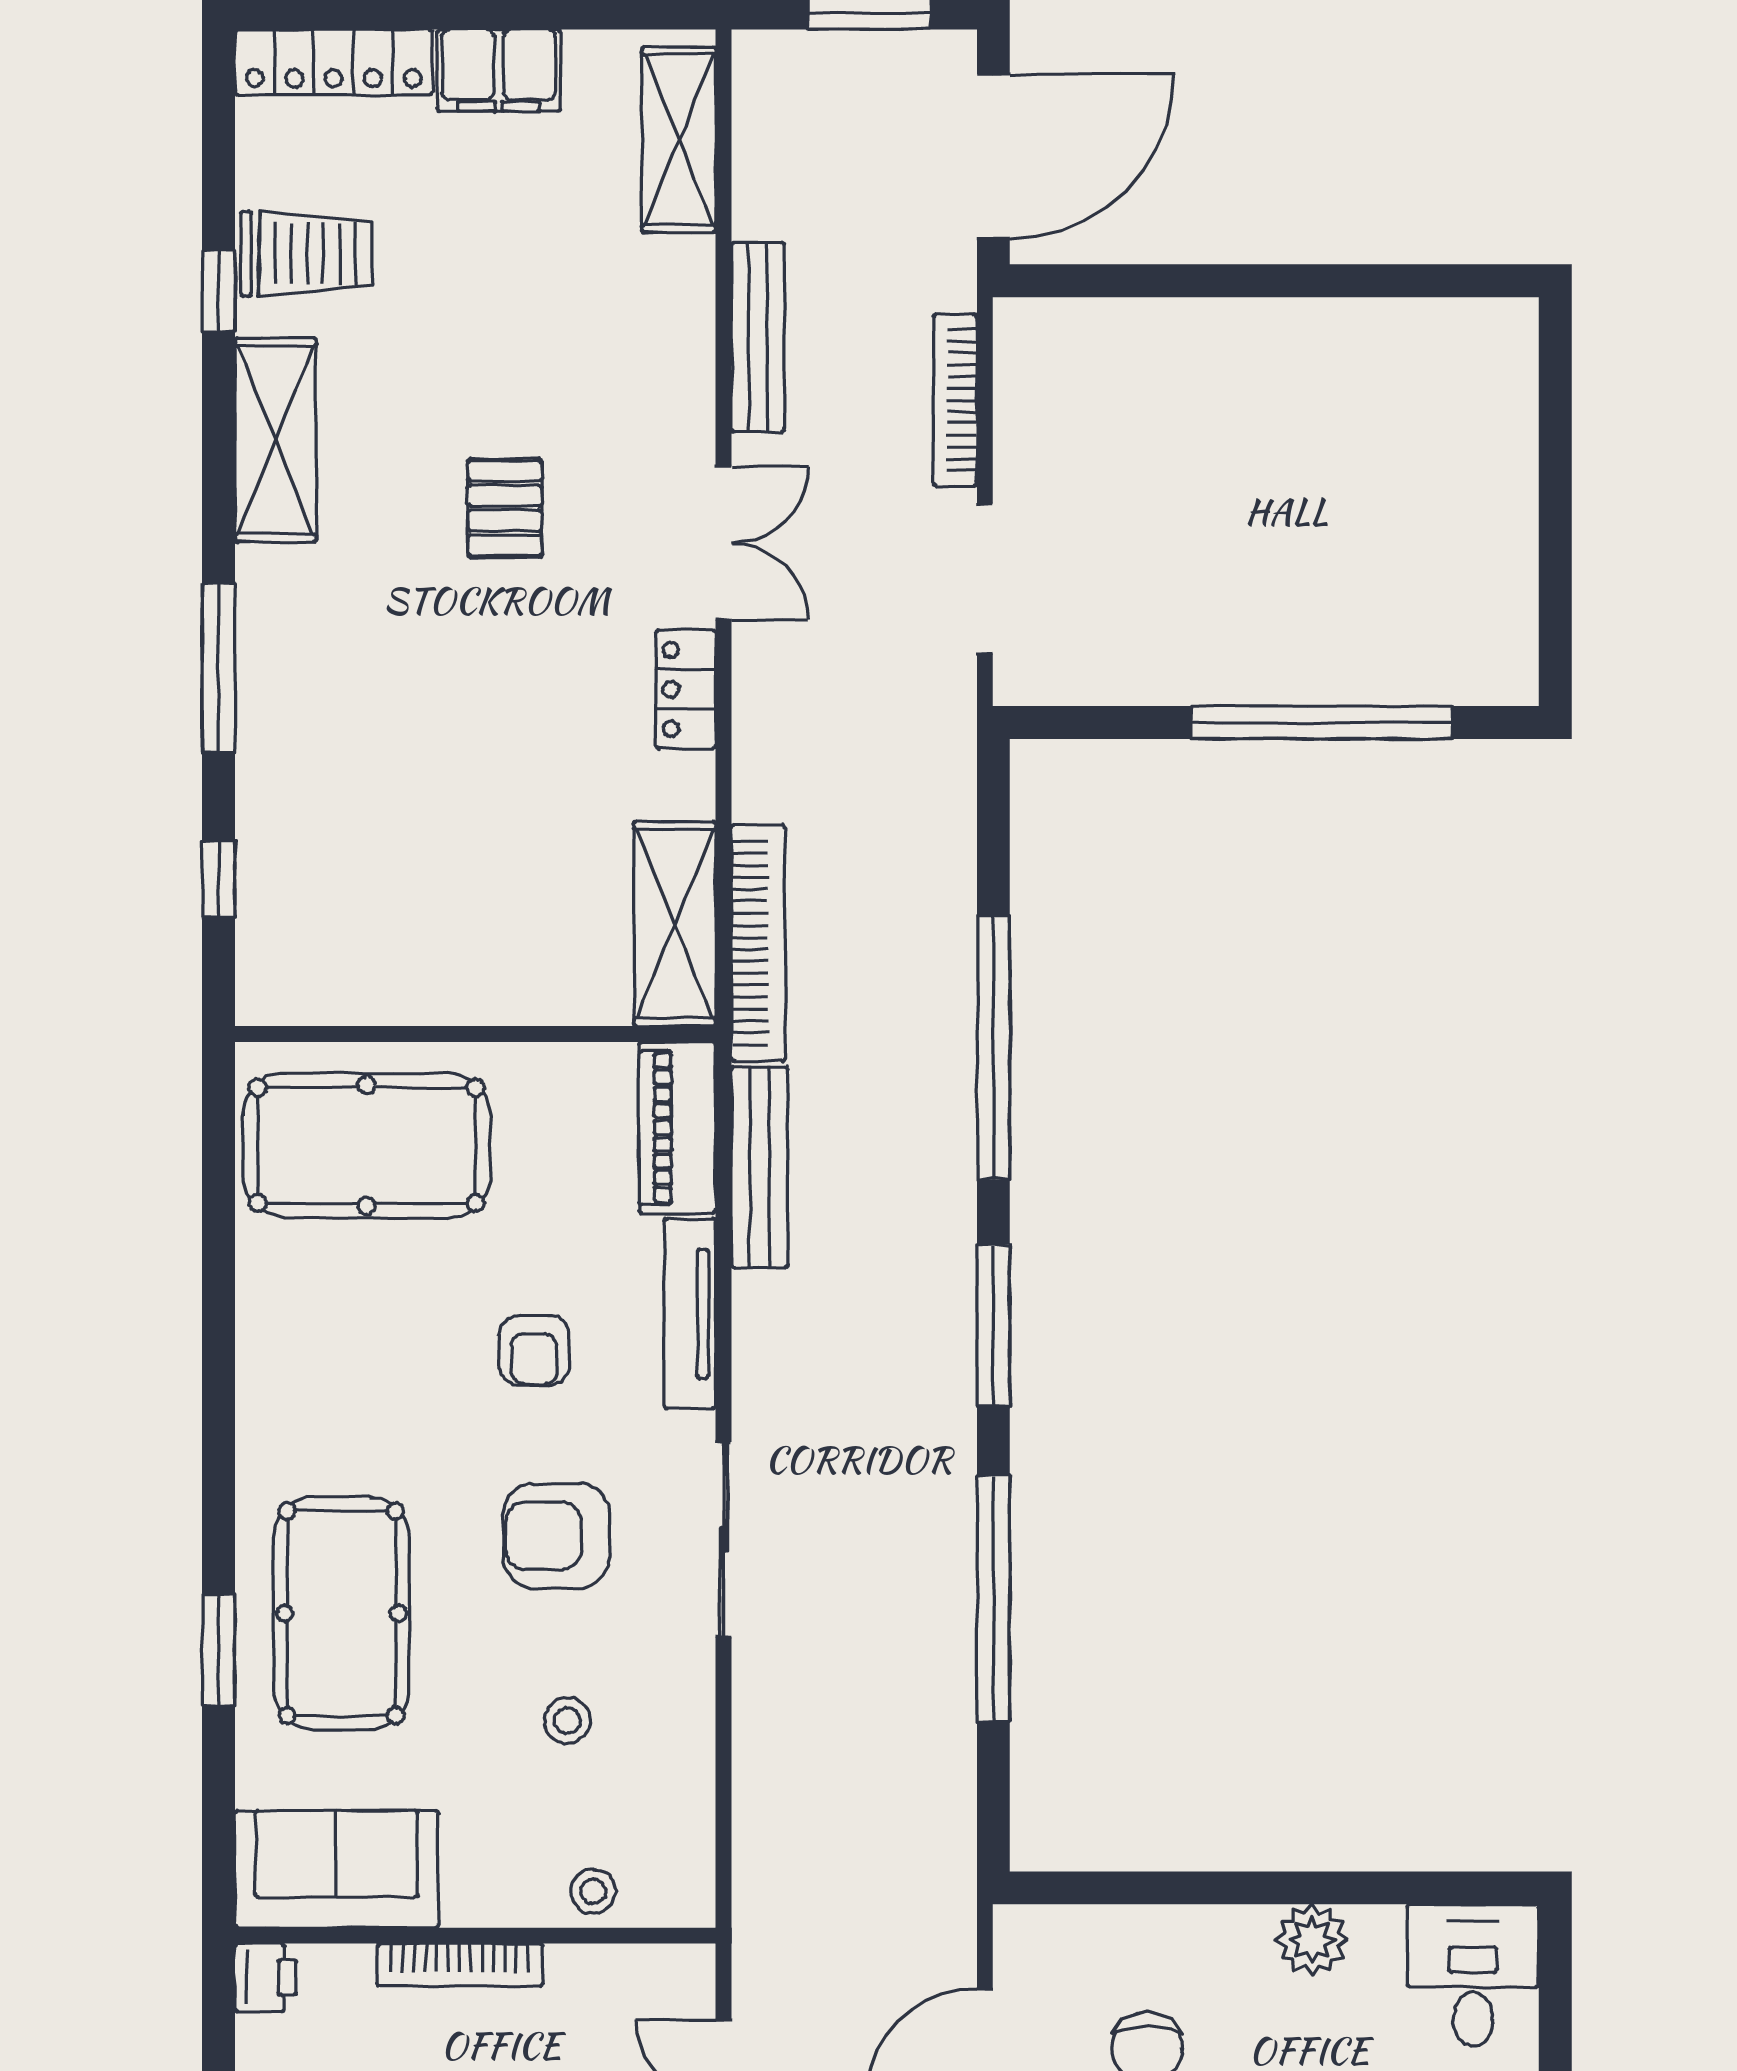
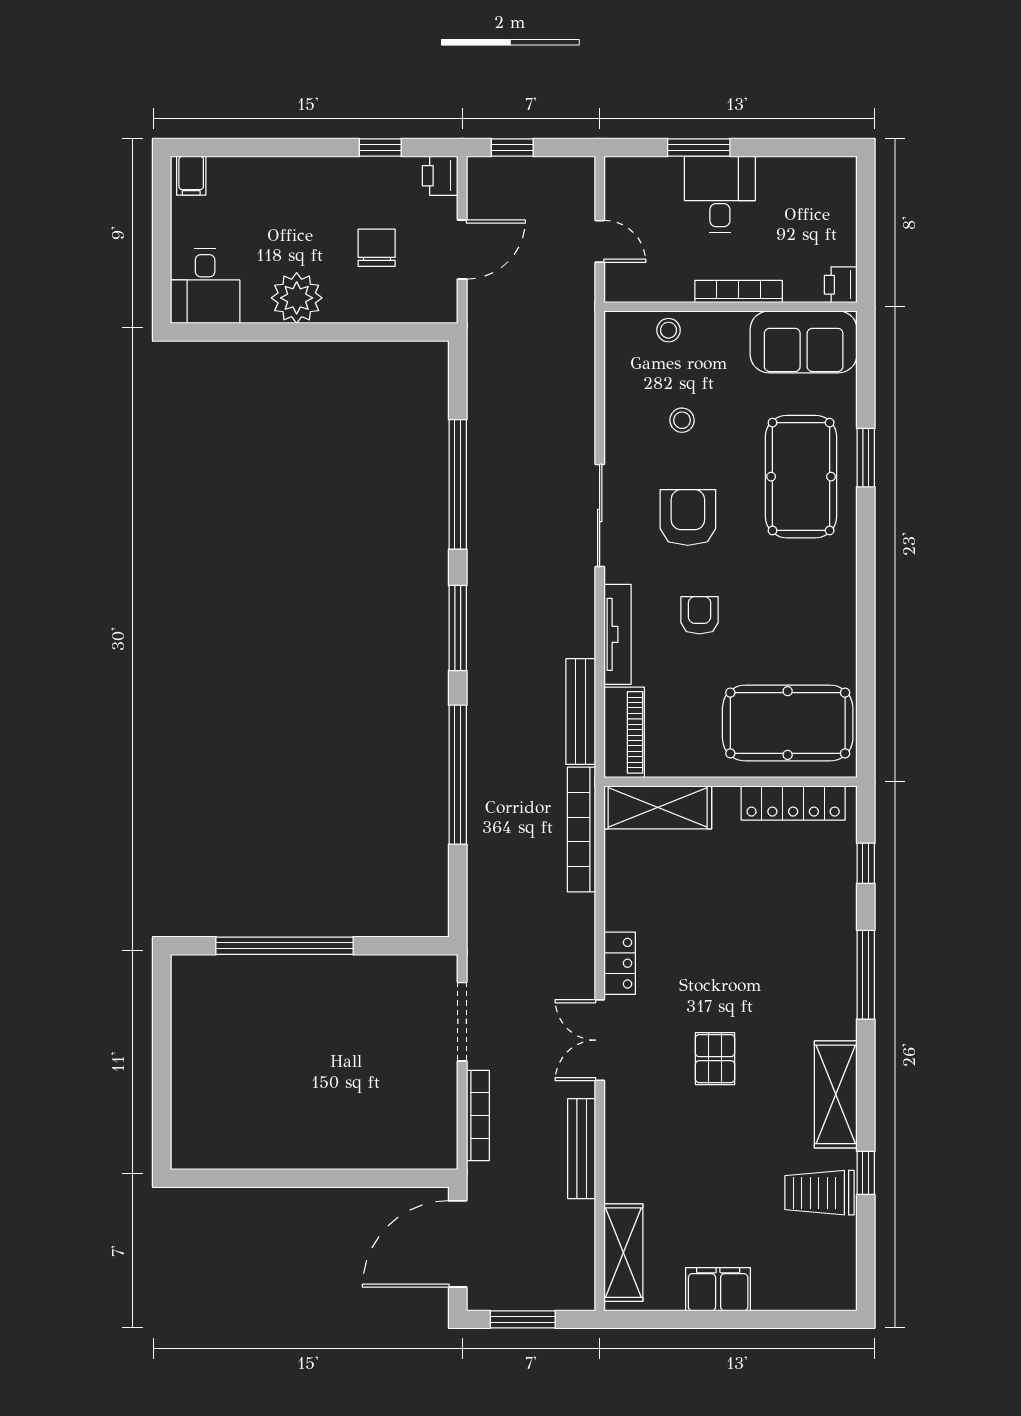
locker: (333, 62) -> (793, 803), moved, turned 180
shelving: (675, 924) -> (658, 807), moved, turned 90
armchair: (556, 1536) -> (688, 517), turned -90
plant: (1312, 1940) -> (297, 298), width x1.36, depth x1.36

